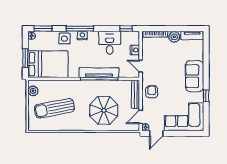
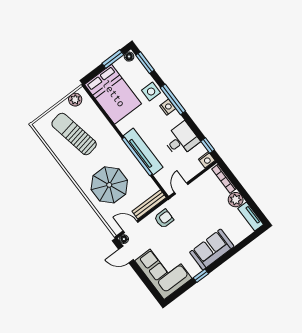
nightstand: (135, 50) -> (207, 160), moved
window: (25, 58) -> (113, 59), moved

